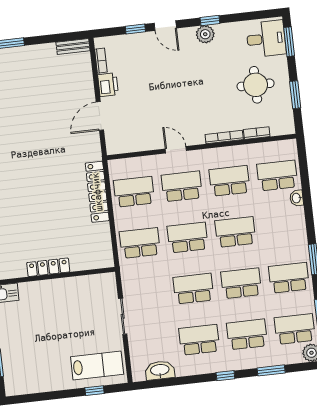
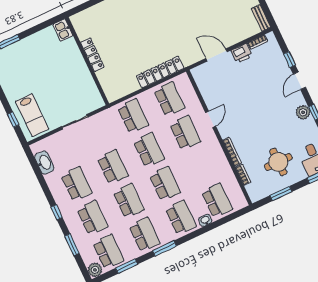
school desk: (229, 181) -> (181, 218), moved

